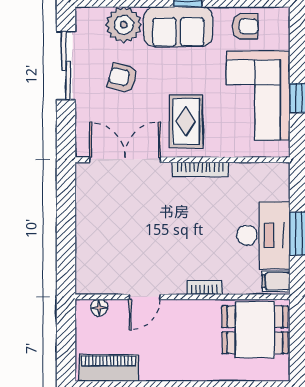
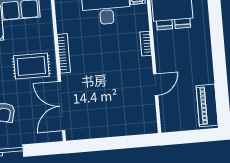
door: (145, 297) -> (156, 85), hinge flipped
floor lamp: (99, 308) -> (166, 115), removed

